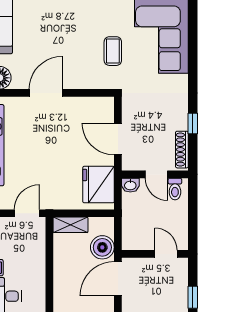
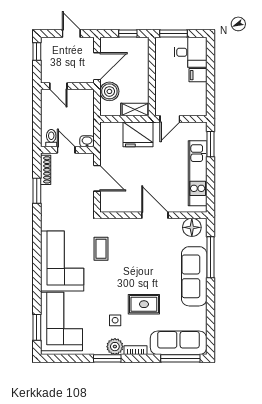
door: (46, 93) -> (155, 215), swing flipped
window: (193, 123) -> (37, 191), width x1.50
fridge: (98, 185) -> (138, 134), moved, turned 90

